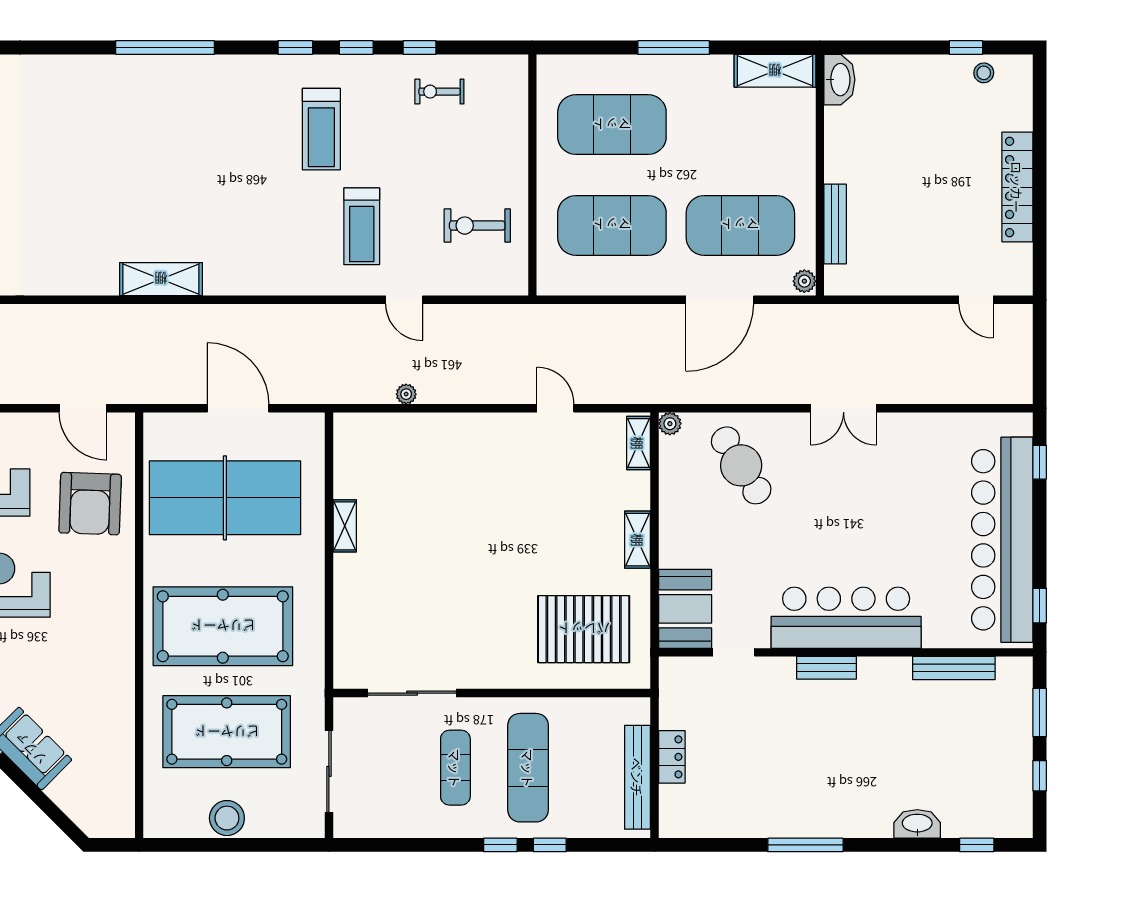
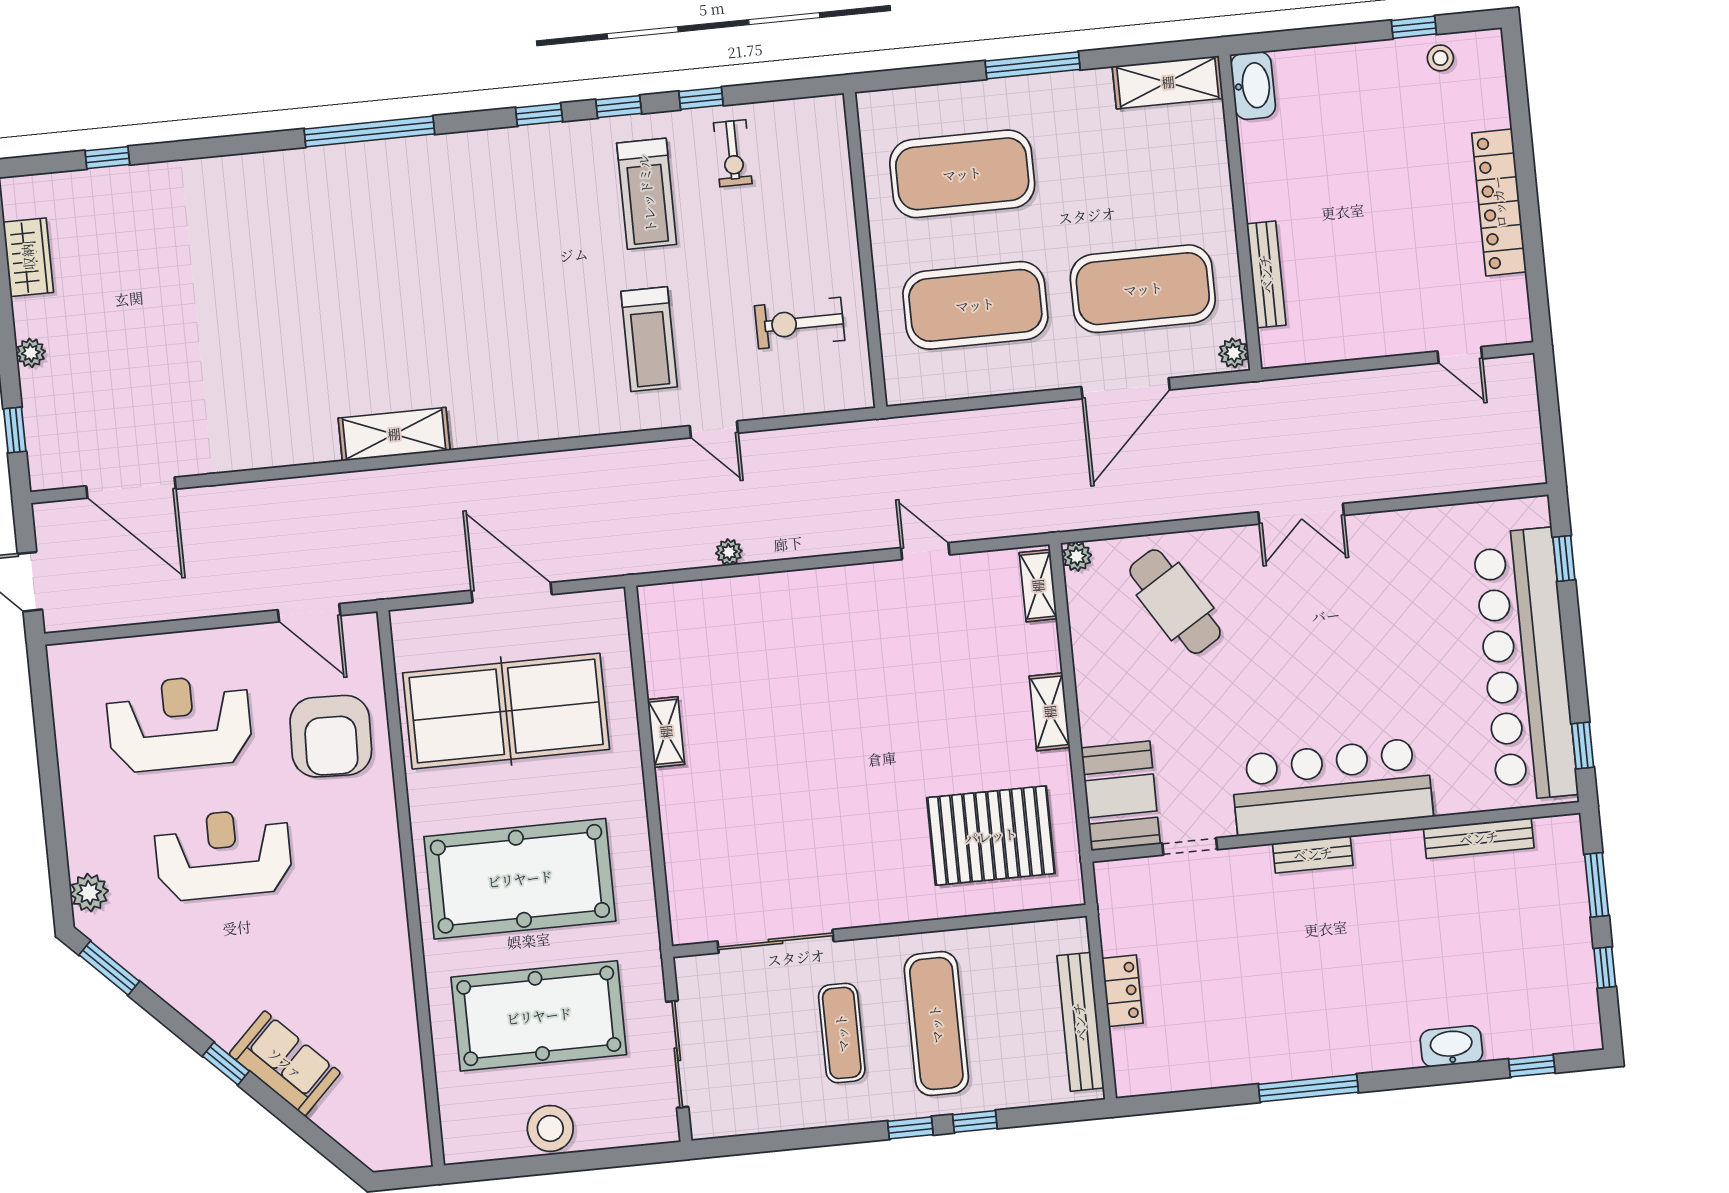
exercise bike: (439, 92) -> (733, 153), turned -90
treadmill: (321, 129) -> (647, 194), moved

